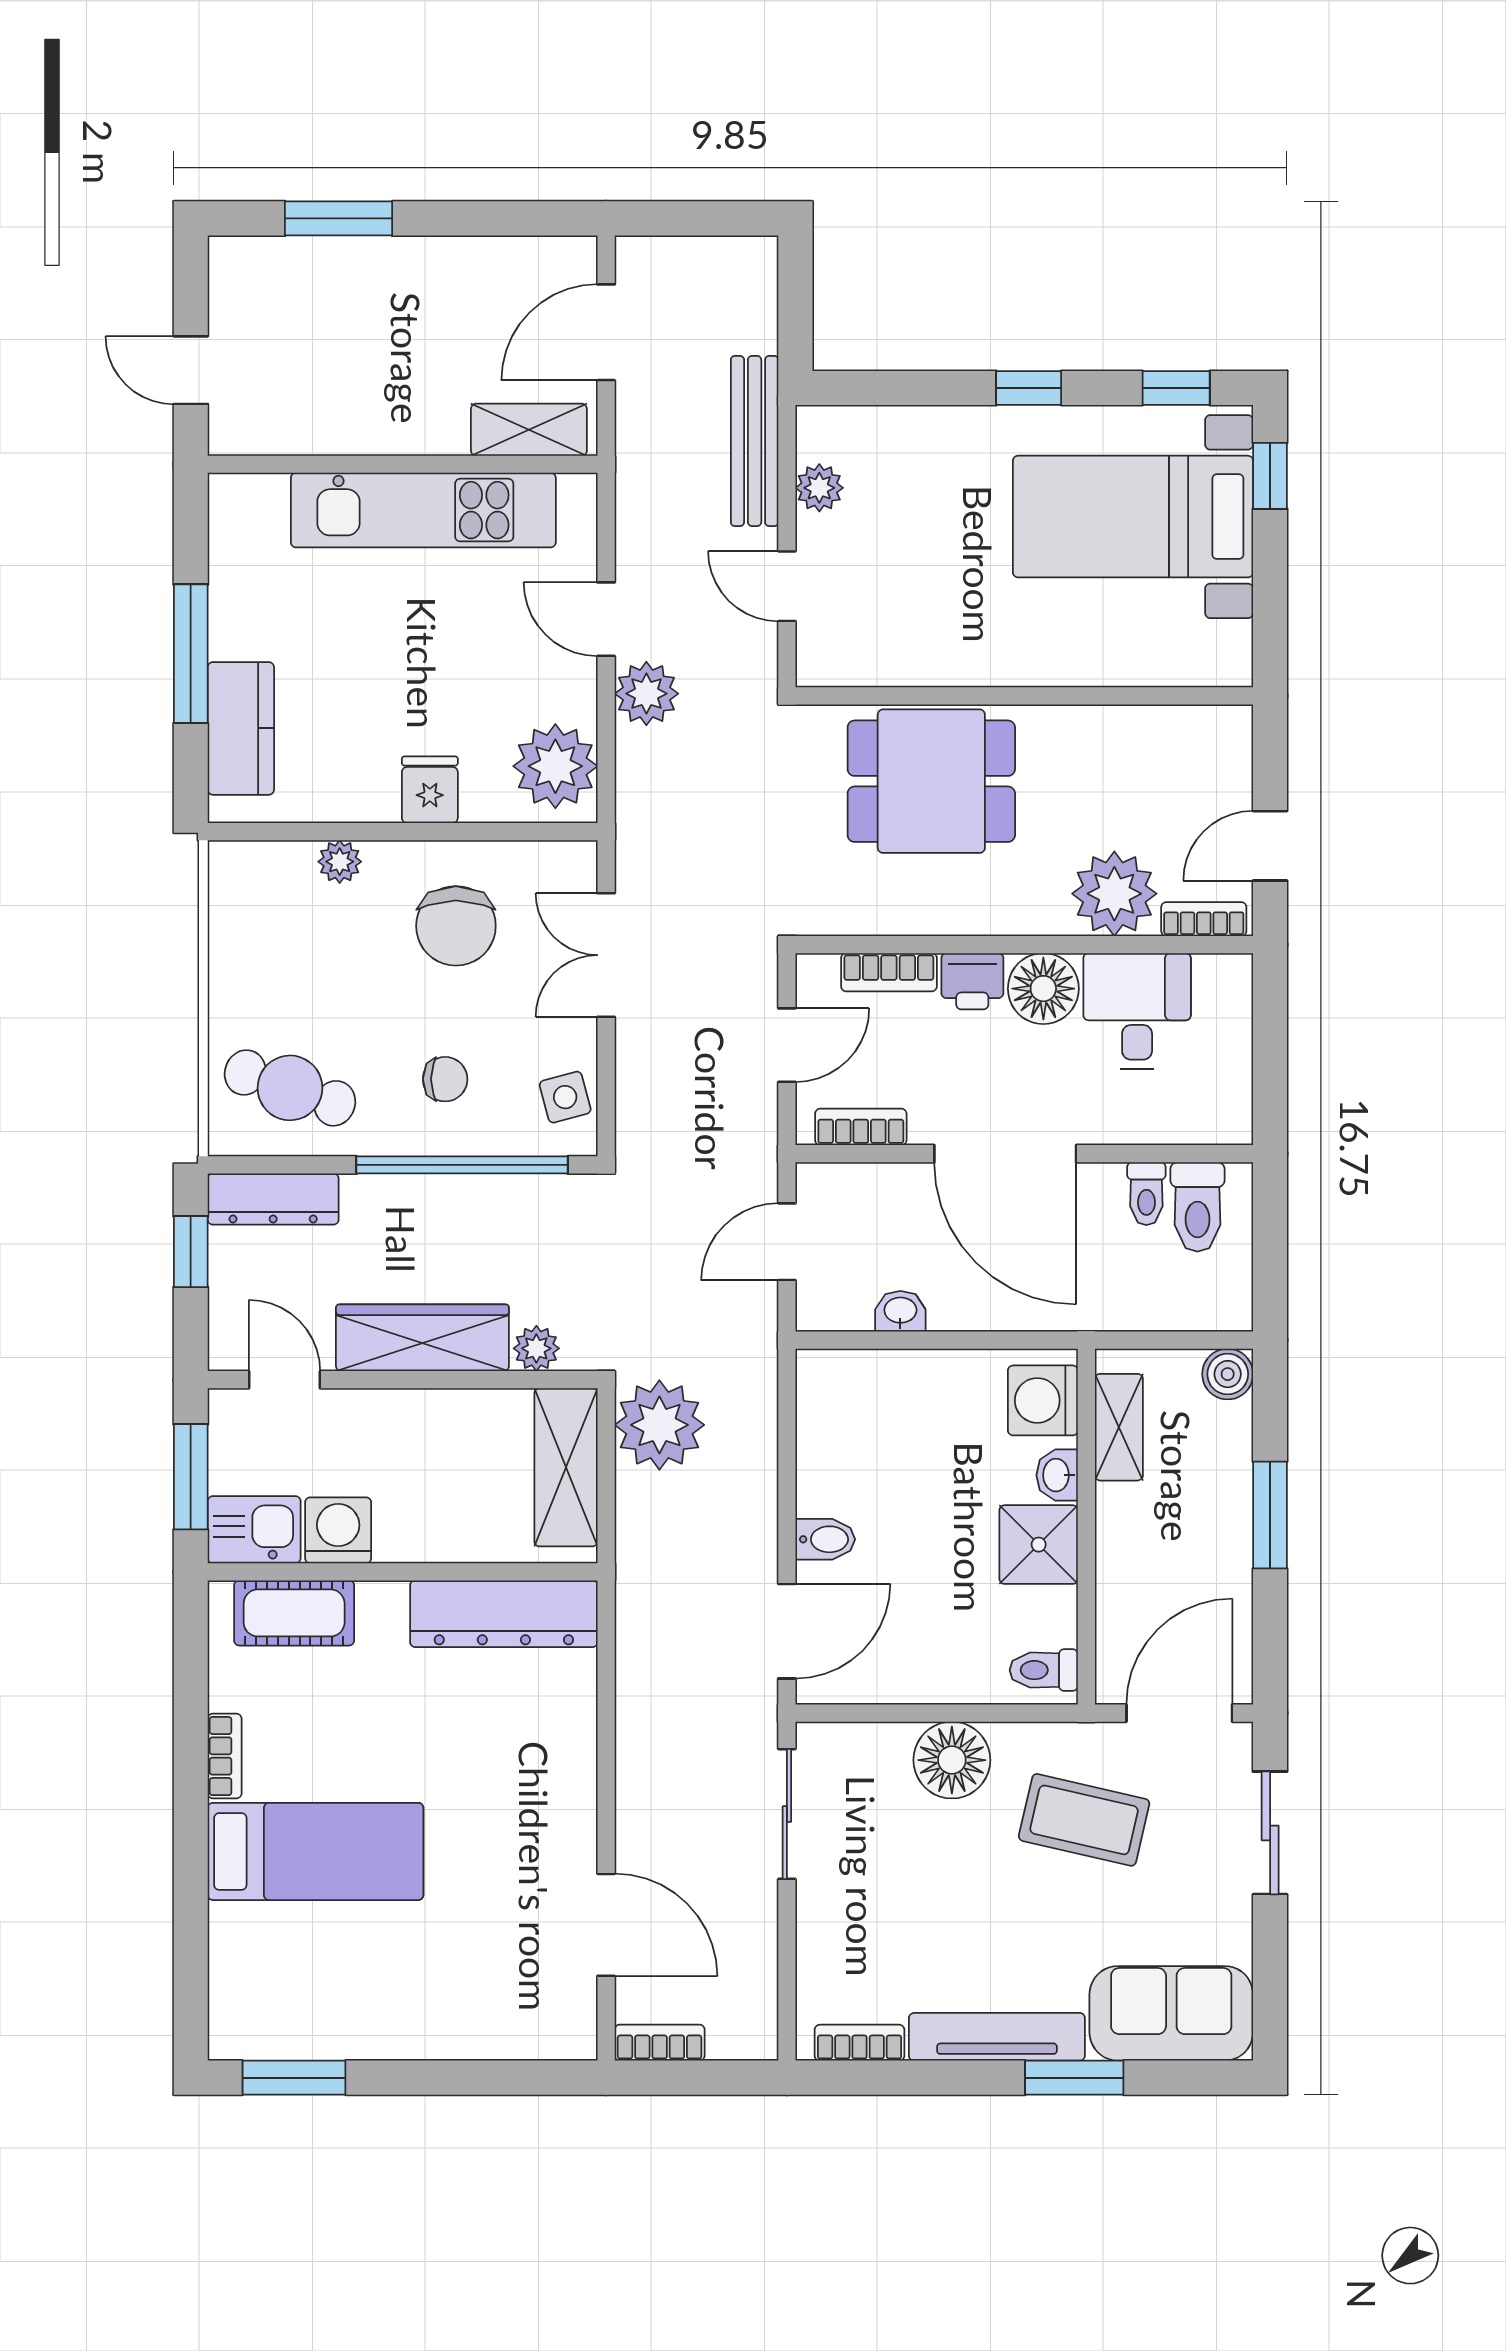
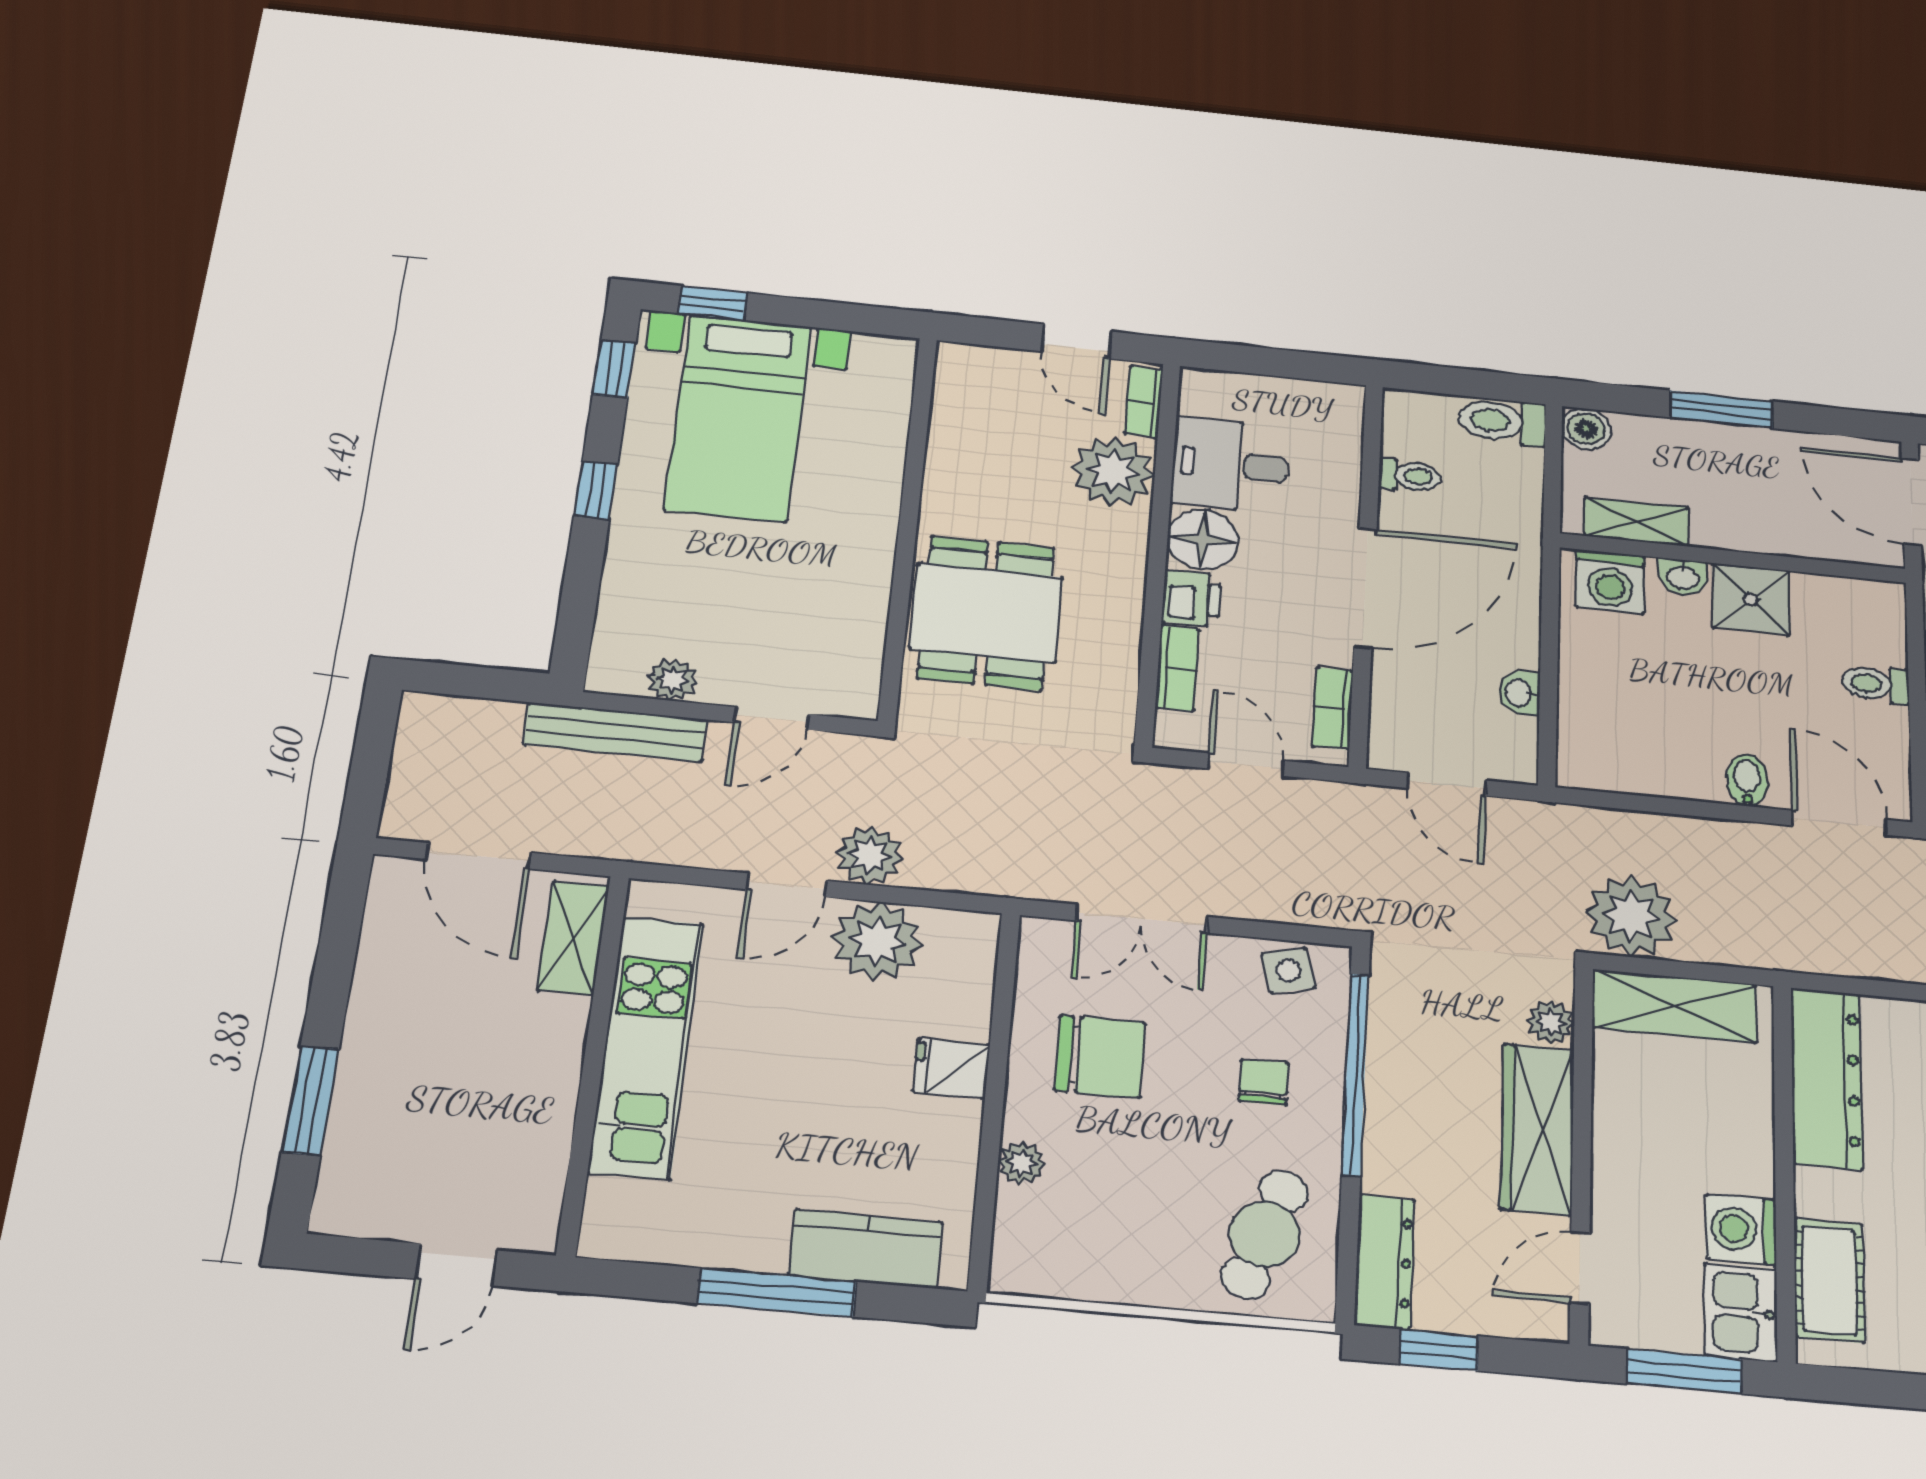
plant: (555, 766) -> (877, 941), moved
toilet: (1197, 1207) -> (1502, 421), moved, turned 180
toilet: (1044, 1670) -> (1875, 684), moved, turned 90

